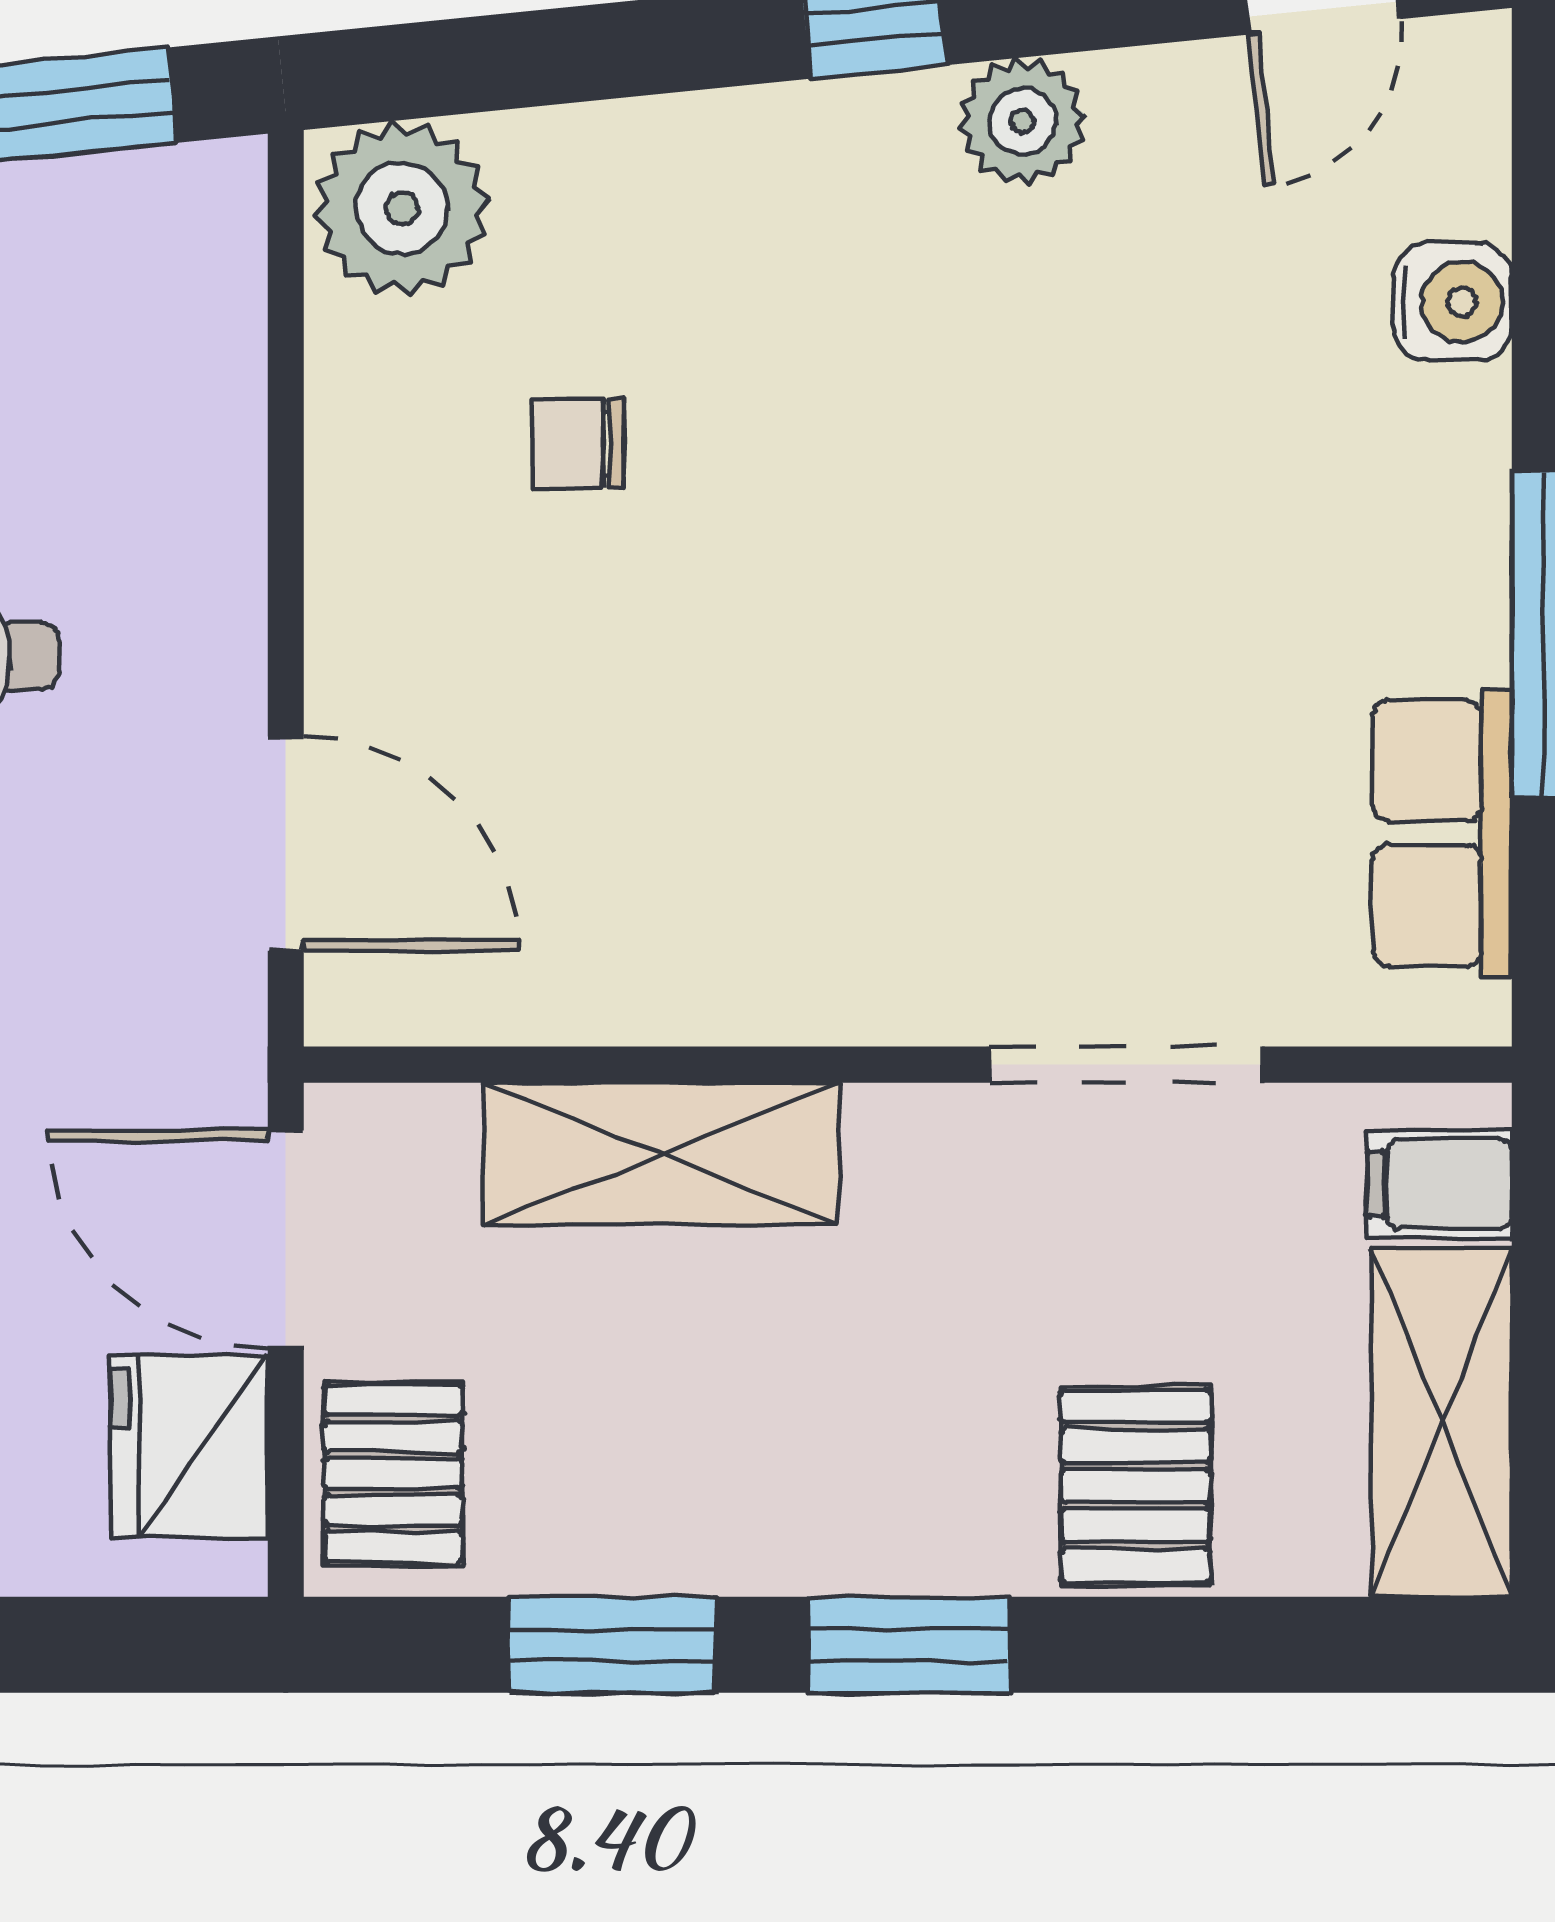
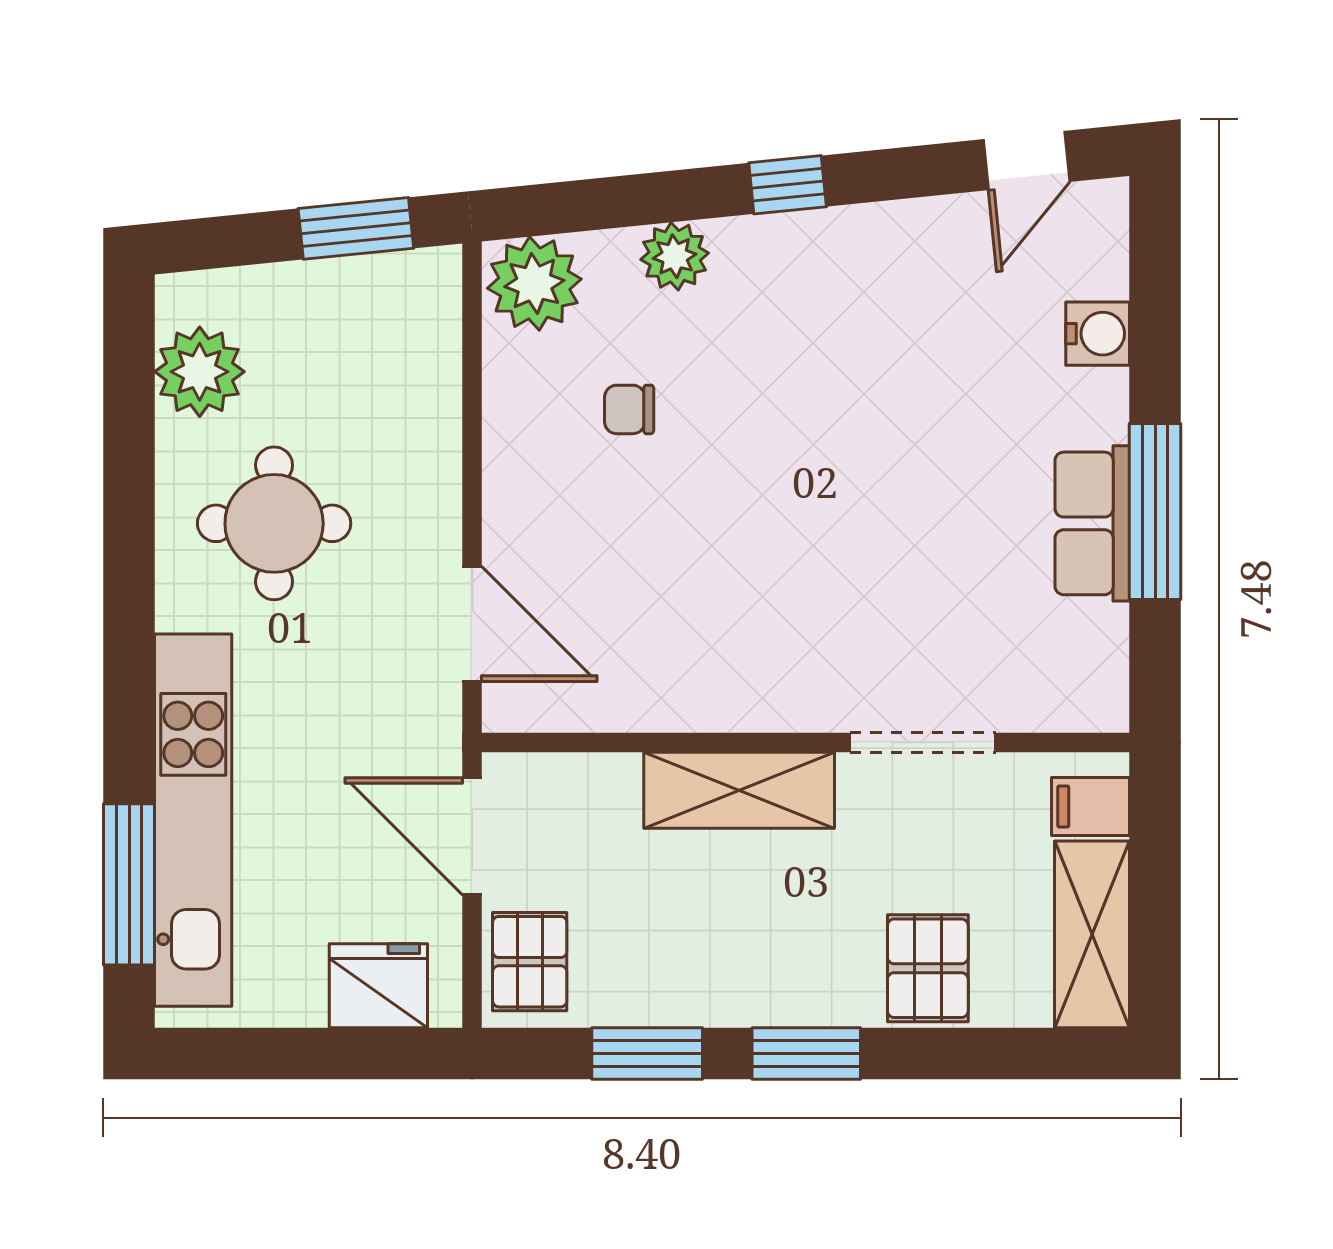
plant: (1022, 121) -> (675, 256), moved
row of seats: (1442, 833) -> (1092, 523), moved
shelving: (661, 1154) -> (739, 790), moved
fridge: (189, 1446) -> (378, 986), moved, turned 90

